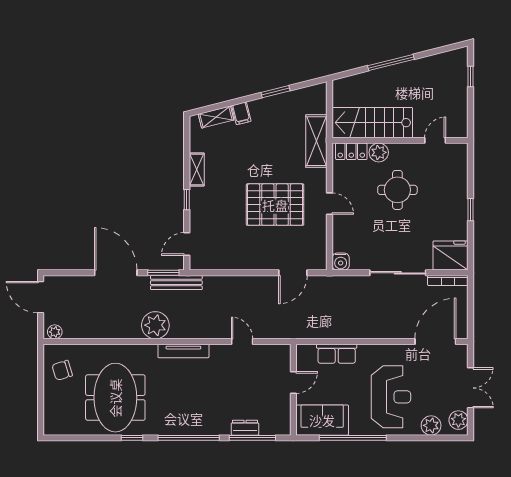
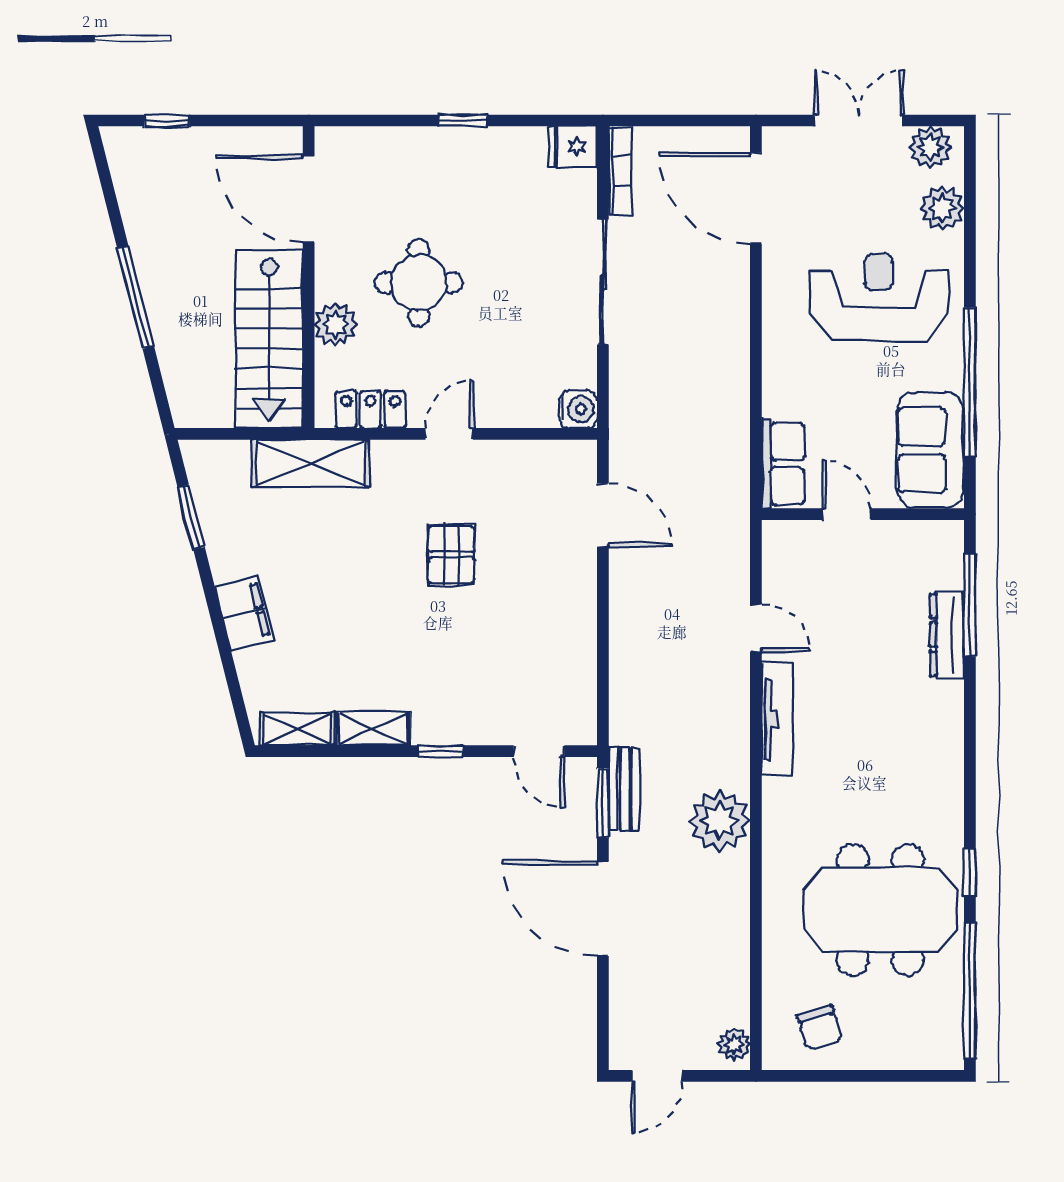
window: (275, 92) -> (191, 517), moved
filing cabinet: (241, 113) -> (244, 613), width x2.00
shelving: (216, 117) -> (297, 729), moved, turned -76
door: (435, 140) -> (309, 199), width x1.88
locker: (351, 151) -> (371, 410), moved, turned -90
pallet: (275, 205) -> (451, 555), width x0.49, depth x0.50
fridge: (450, 255) -> (573, 147), width x0.53, depth x0.75
door: (116, 273) -> (603, 909), hinge flipped
bench: (176, 283) -> (625, 789), width x0.73
door: (41, 297) -> (657, 1076), width x0.73
door: (242, 342) -> (756, 628), swing flipped
tv unit: (183, 351) -> (777, 719), moved
row of seats: (337, 354) -> (783, 464), moved
dresser: (245, 428) -> (947, 635), width x1.44
window: (189, 438) -> (970, 991), moved

